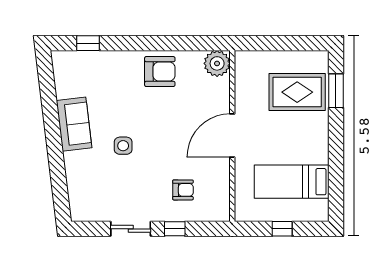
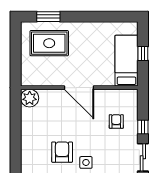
armchair: (160, 72) -> (62, 152), moved
rug: (297, 92) -> (49, 43), turned 90
bed: (292, 182) -> (127, 61), moved, turned 180

